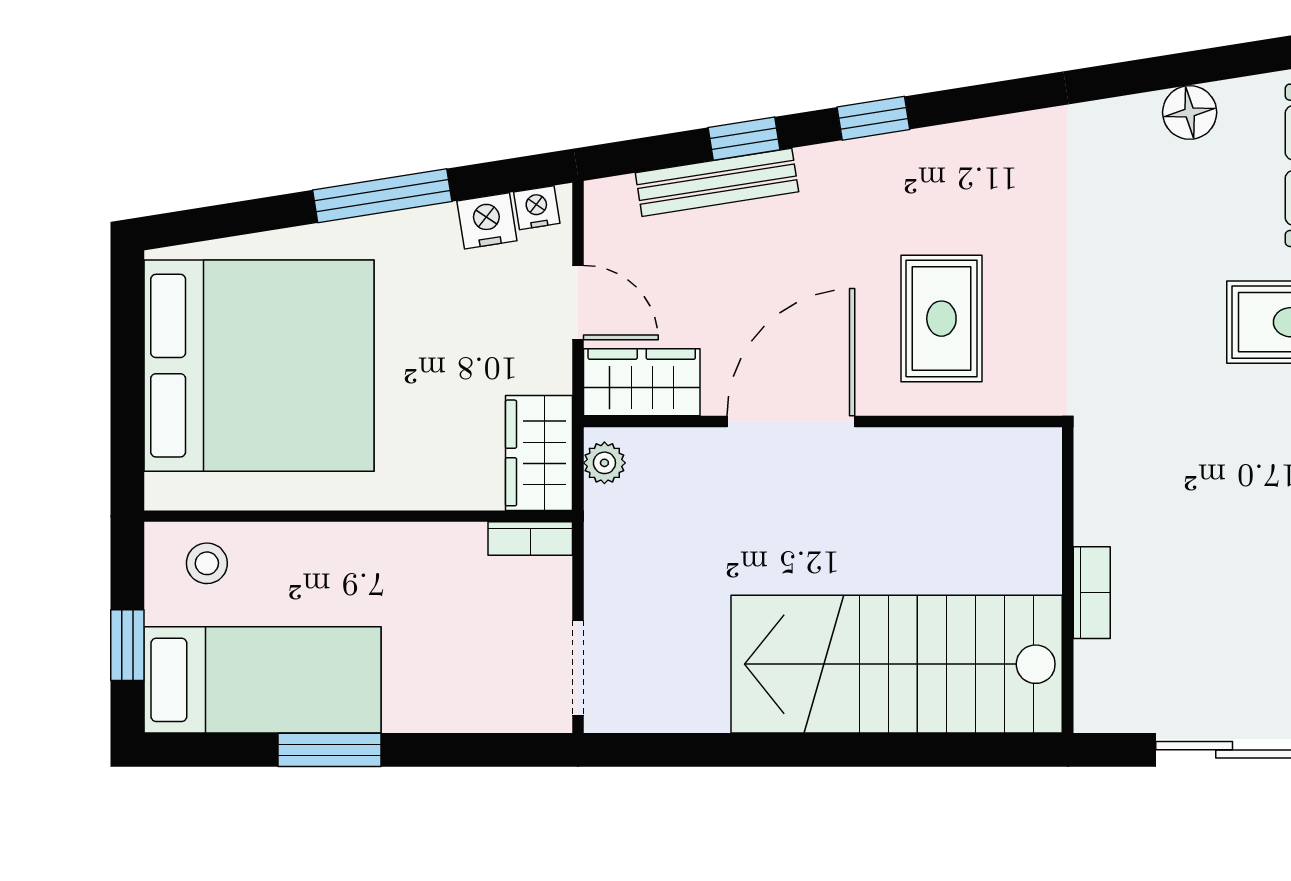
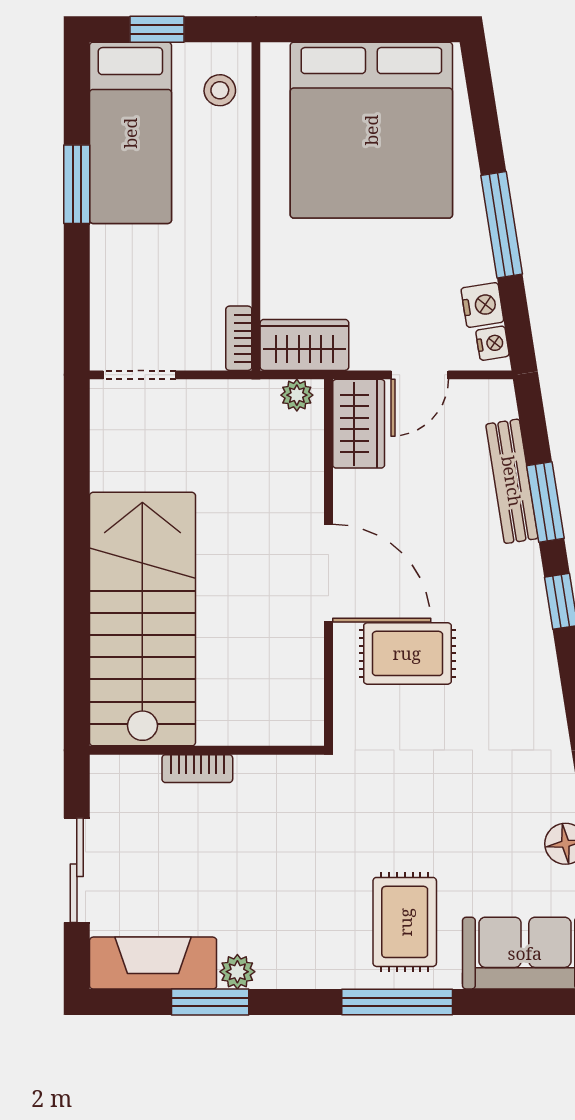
window: (744, 139) -> (545, 502), width x1.50
door: (791, 422) -> (328, 573), moved

